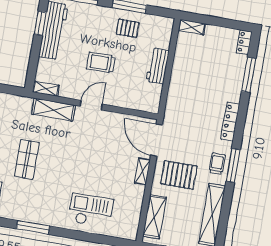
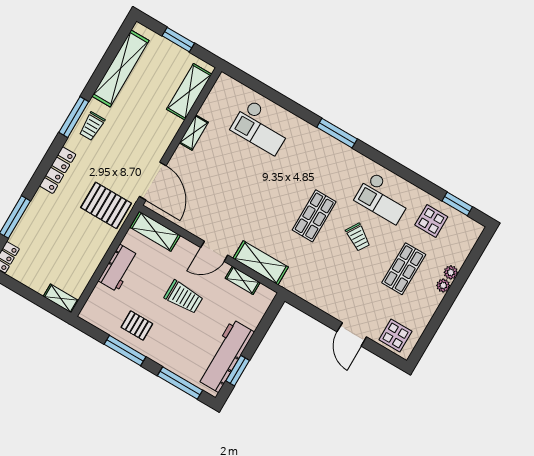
shelving: (46, 89) -> (243, 280), moved
shelving: (141, 103) -> (155, 231), added
shelving: (142, 171) -> (194, 133), moved
pallet: (179, 175) -> (106, 205), moved

